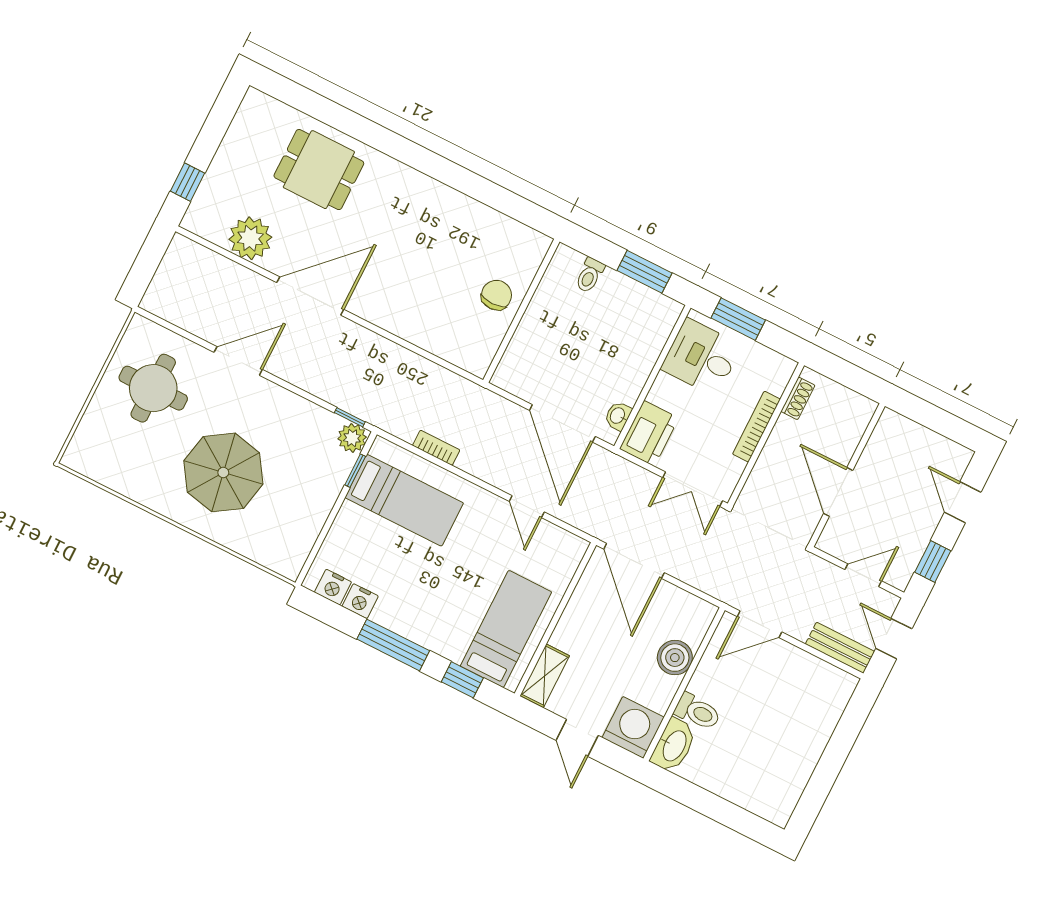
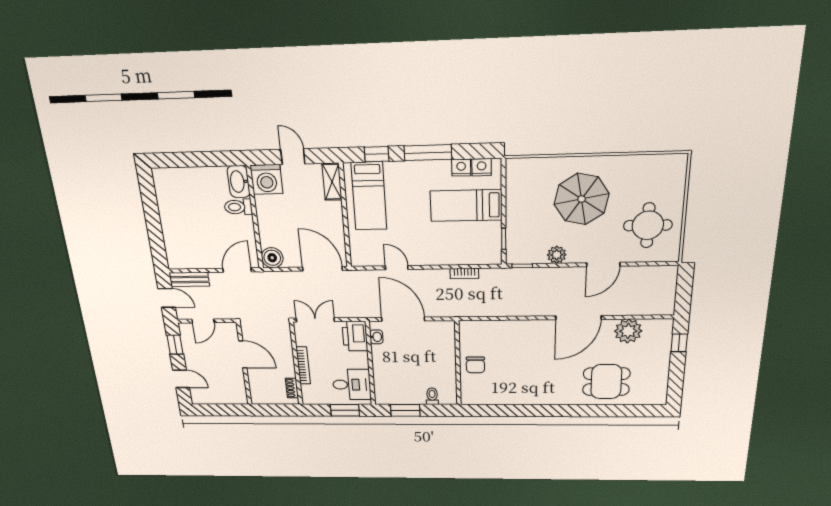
plant: (352, 438) -> (557, 255), moved
bed: (404, 500) -> (466, 206), moved
boiler: (675, 658) -> (272, 258), moved

